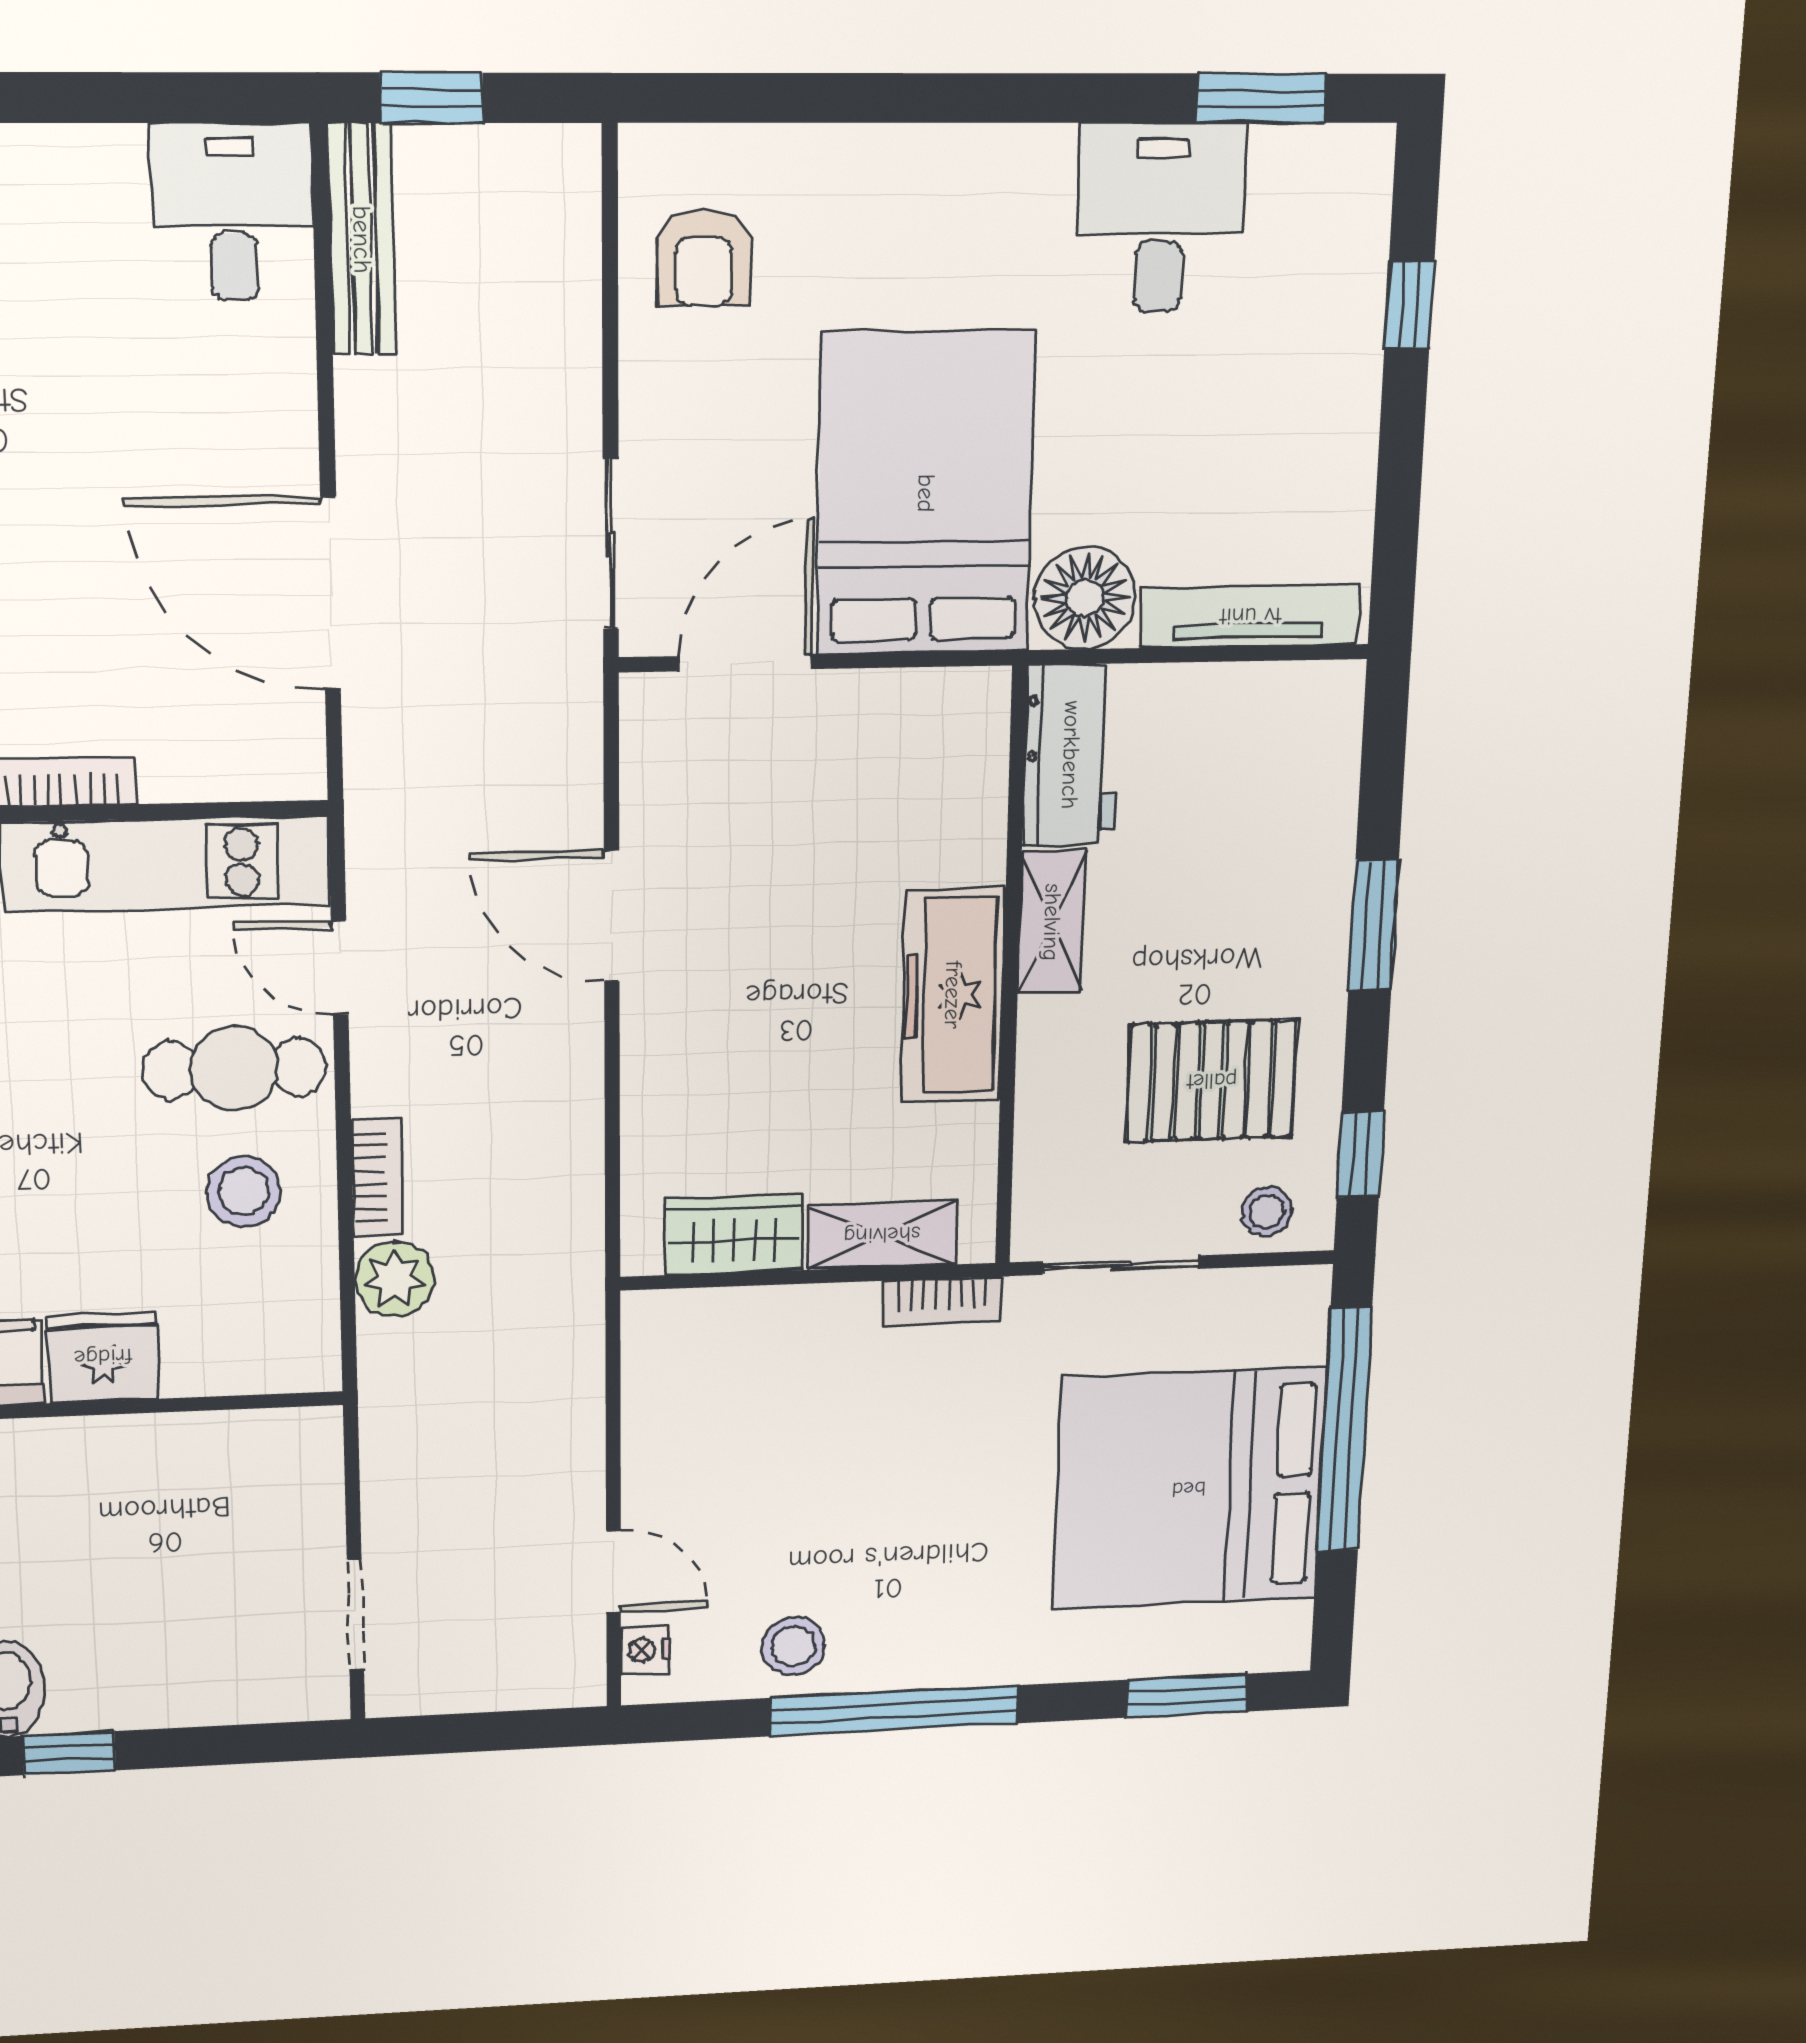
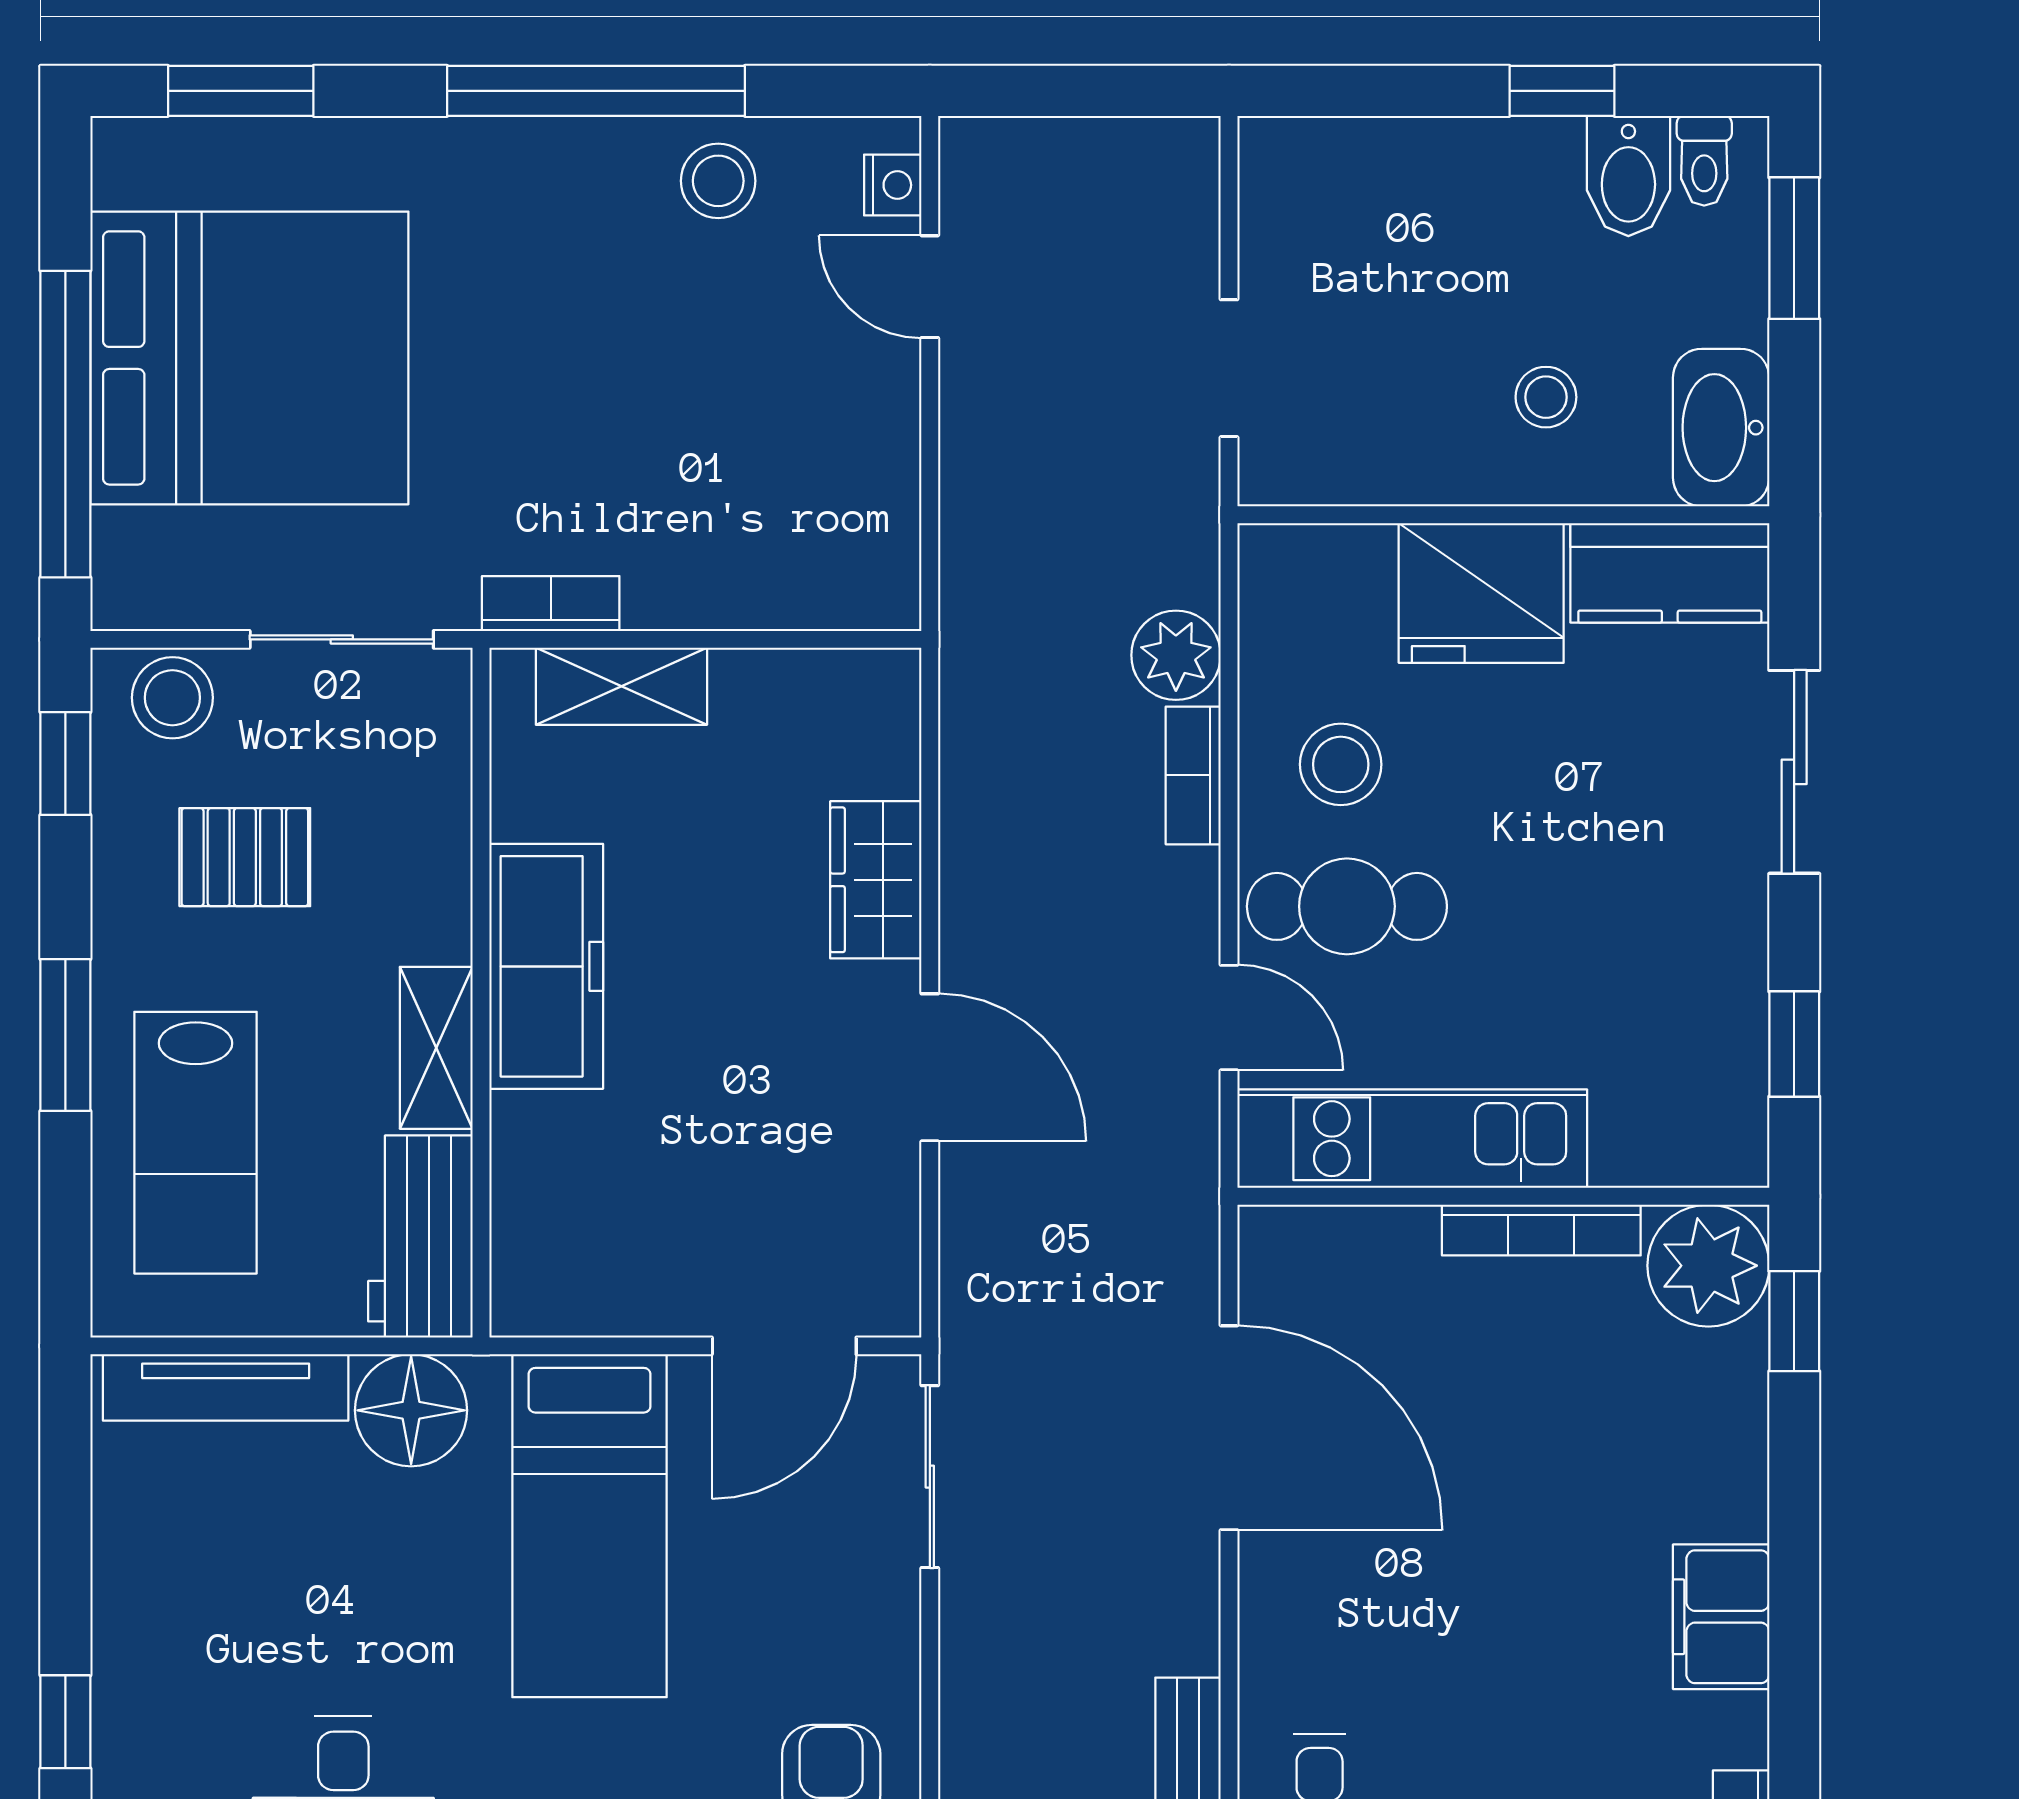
bed: (926, 493) -> (590, 1526), width x0.67
lab bench: (1266, 834) -> (196, 1143), added
pallet: (1212, 1081) -> (245, 857), width x0.67, depth x0.71
stool: (1267, 1212) -> (172, 698), width x1.37, depth x1.37
wardrobe: (733, 1235) -> (876, 880), moved, turned 90
fridge: (103, 1357) -> (1481, 593), width x1.36, depth x1.34
stool: (71, 1507) -> (1546, 397), added
doorway: (355, 1615) -> (1229, 368), moved

